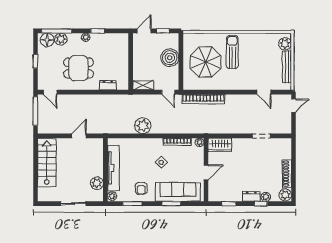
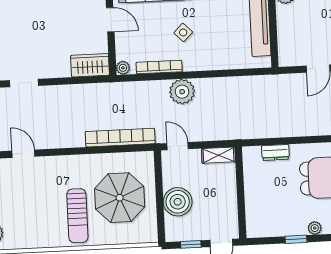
plant: (143, 126) -> (182, 92), moved
door: (206, 172) -> (110, 20), swing flipped

